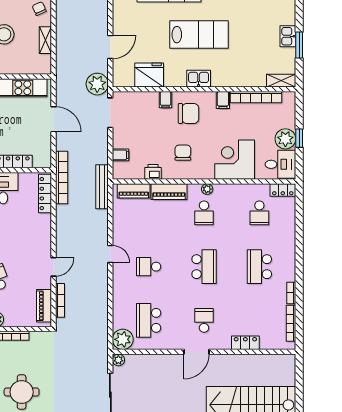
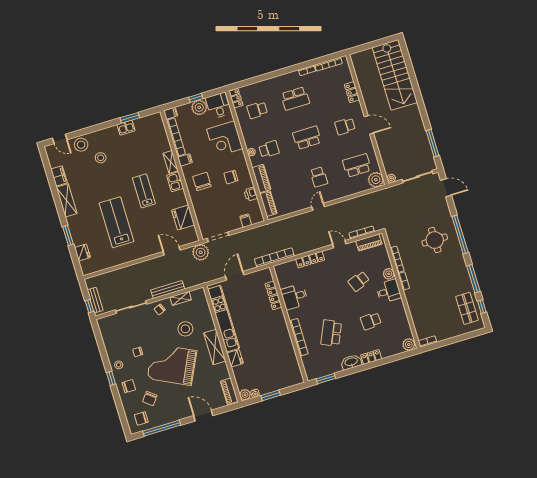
lab bench: (199, 35) -> (144, 191), width x0.73, depth x0.72
shelving: (281, 81) -> (171, 162), moved
filing cabinet: (165, 100) -> (171, 113), moved
bench: (102, 187) -> (168, 290), moved
locker: (45, 194) -> (310, 260), moved
school desk: (259, 213) -> (257, 110), turned 180
school desk: (149, 320) -> (357, 165), turned 180

